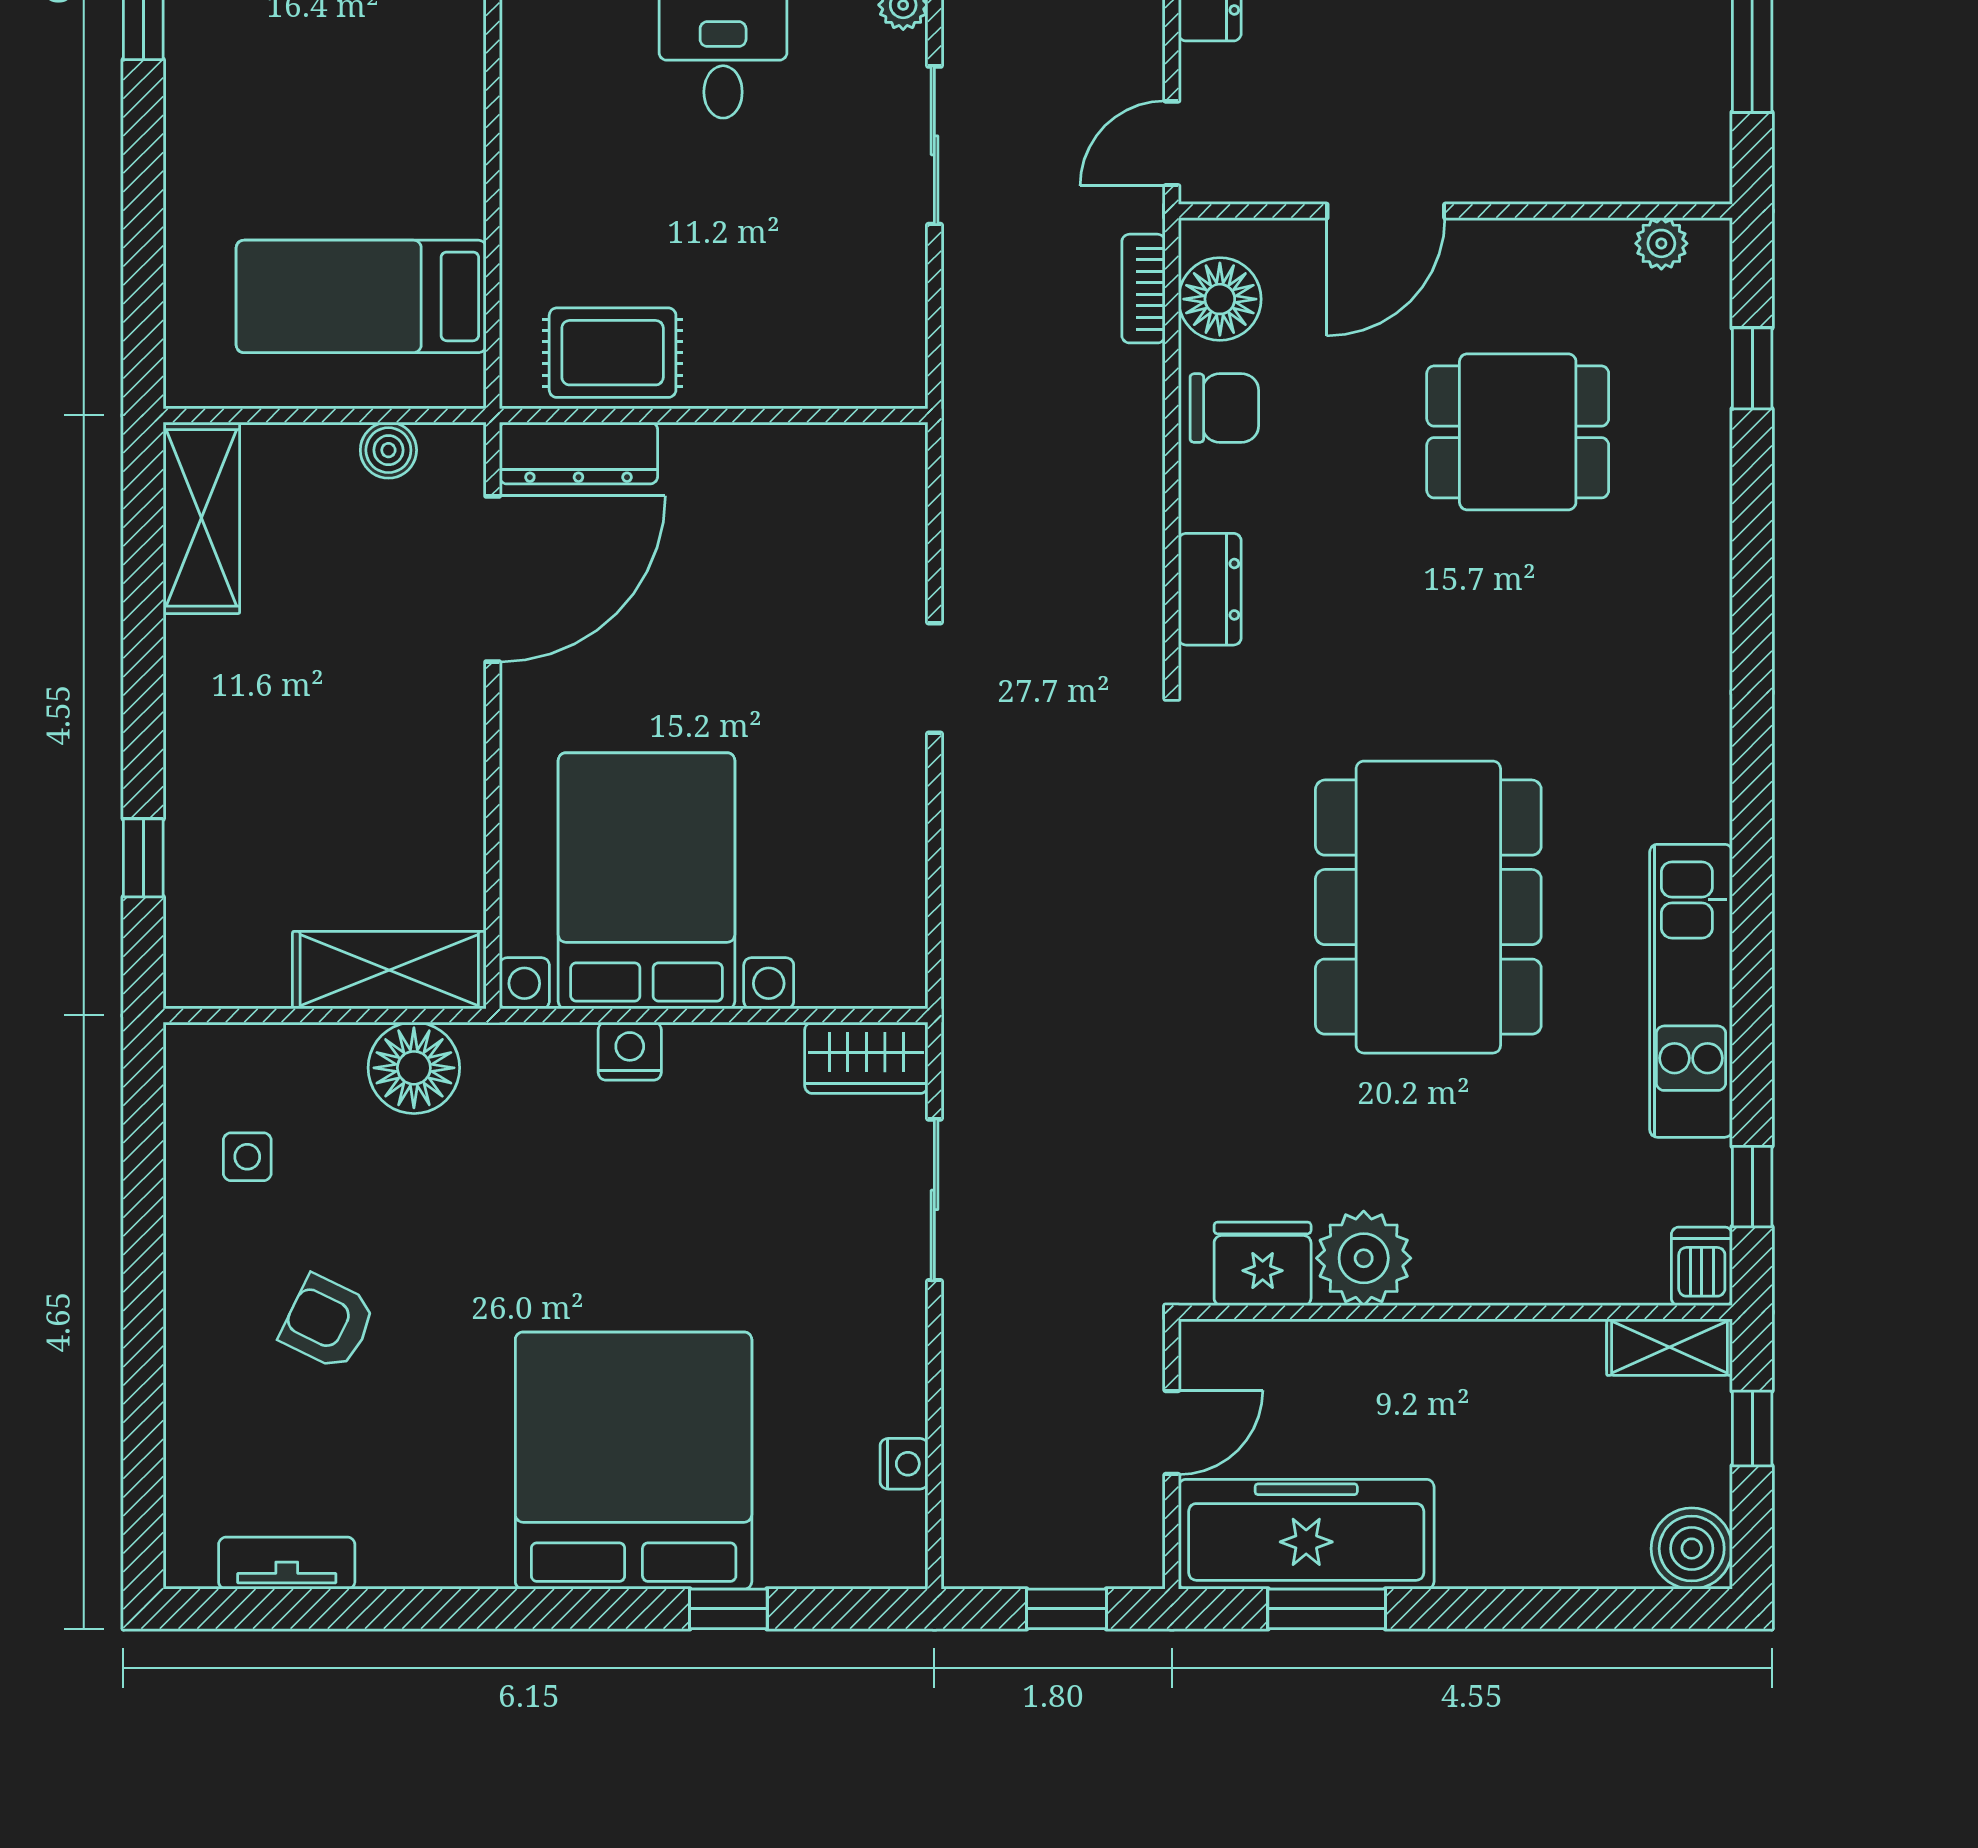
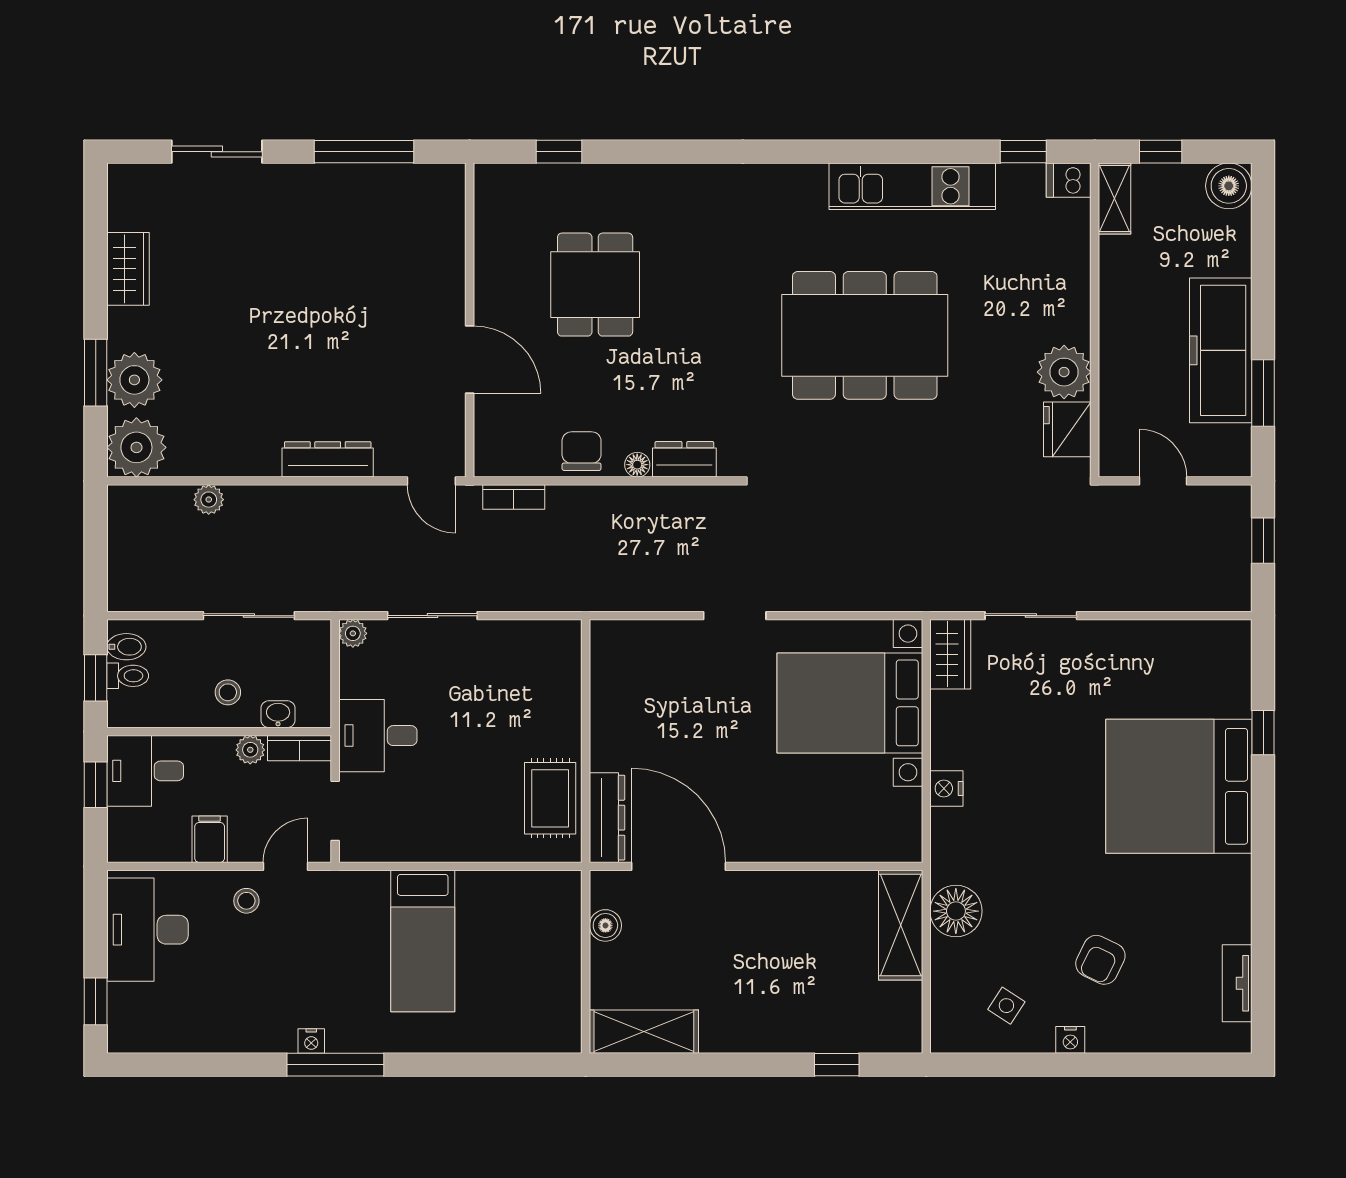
plant: (1661, 243) -> (488, 203), removed
bed: (361, 296) -> (423, 941), moved
floor lamp: (1220, 299) -> (637, 465), moved, width x0.53, depth x0.53
bed with nightstands: (647, 881) -> (850, 703), moved
side table: (247, 1157) -> (1006, 1006), turned 33
nightstand: (904, 1464) -> (1070, 1040), moved, turned 180
freezer: (1306, 1534) -> (1221, 350), moved

